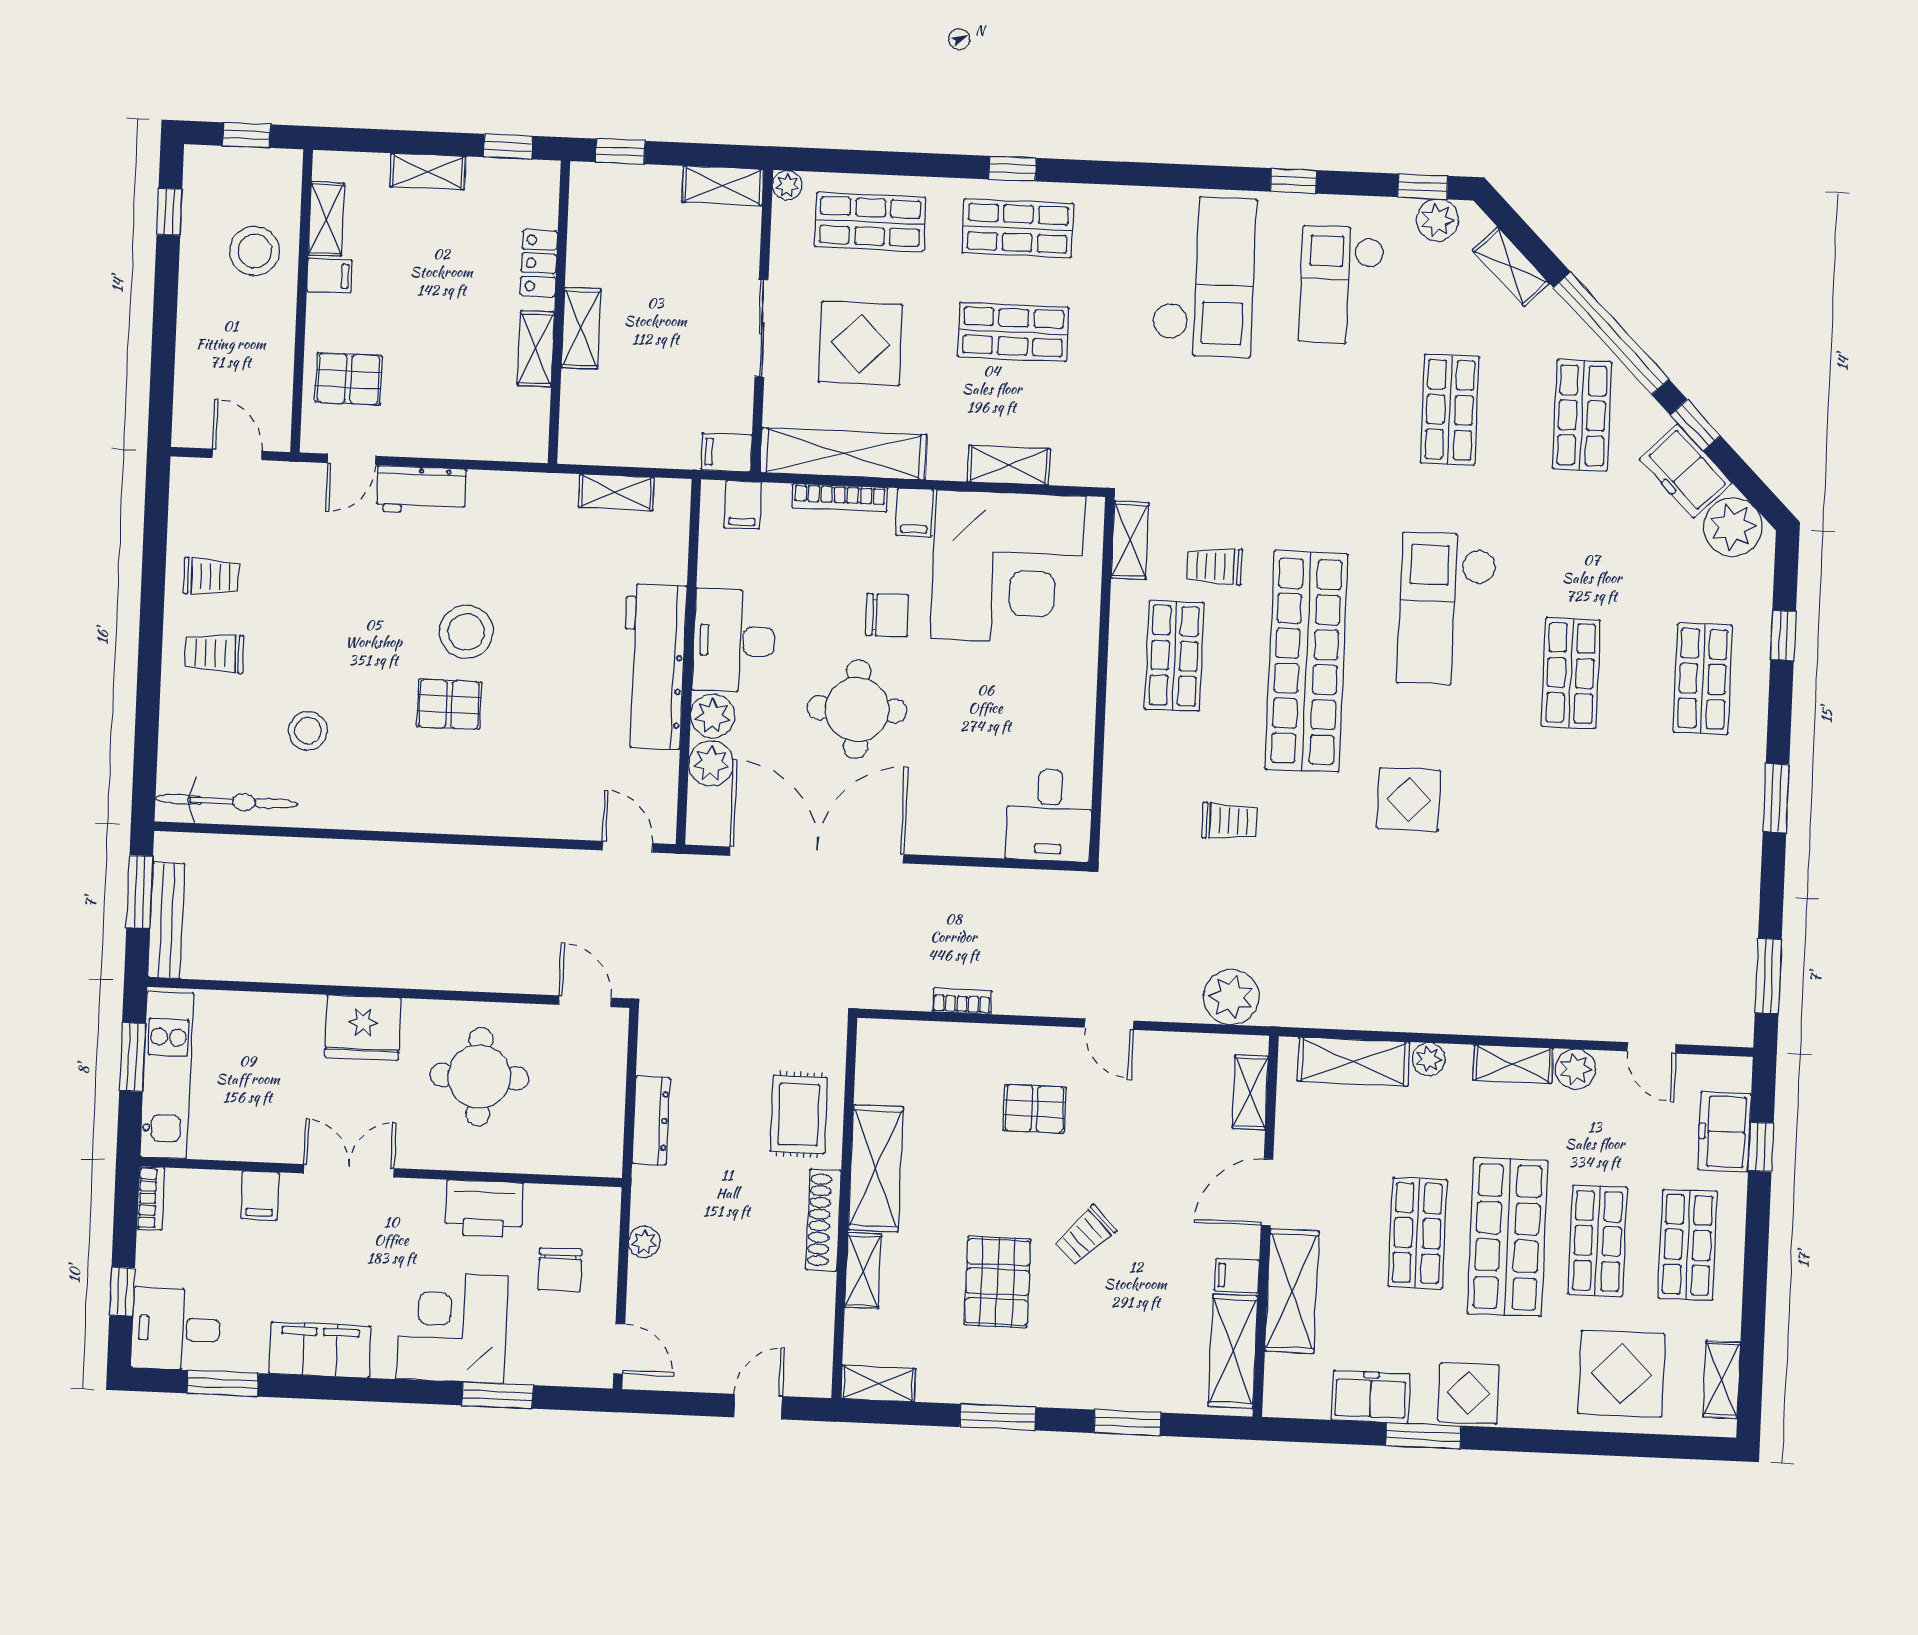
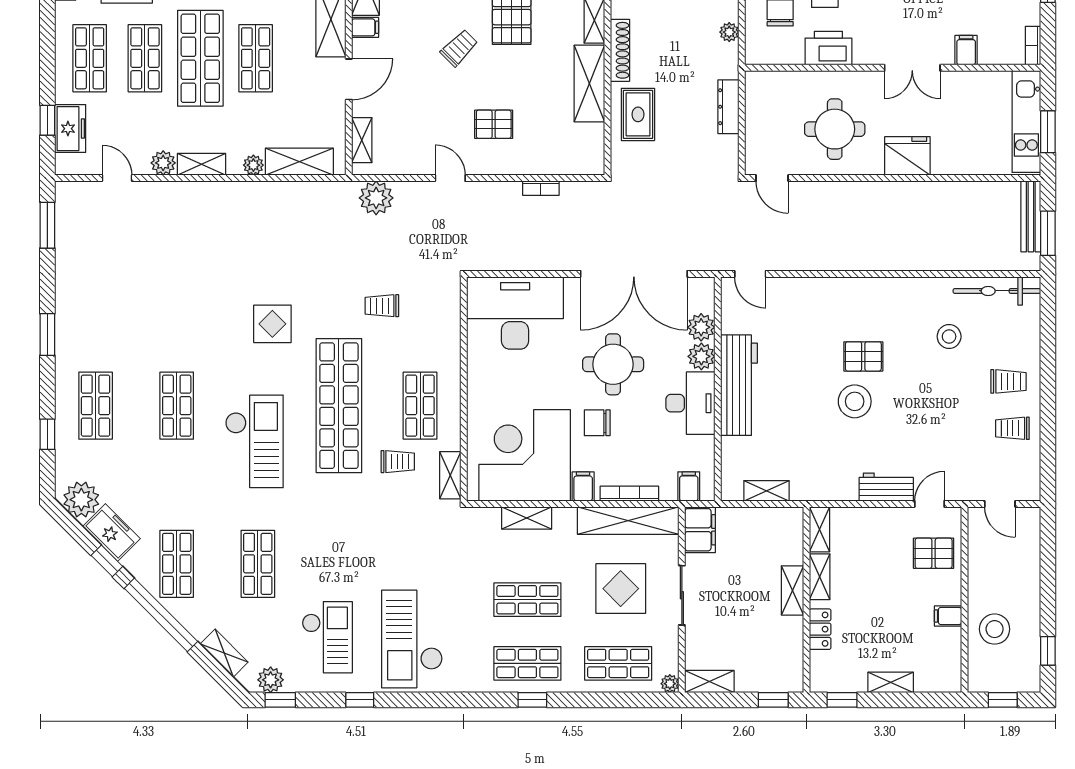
shelving: (326, 219) -> (819, 529), moved
filing cabinet: (726, 452) -> (700, 530), width x2.00
desk: (1049, 815) -> (515, 313), width x1.87, depth x1.30

